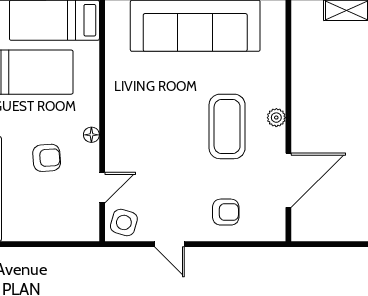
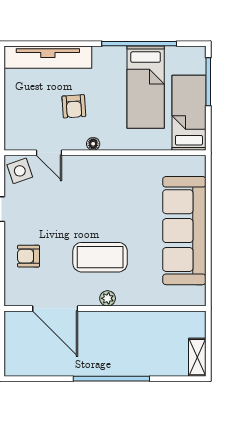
armchair: (226, 212) -> (28, 256), turned 90
side table: (124, 222) -> (20, 171), turned -35

